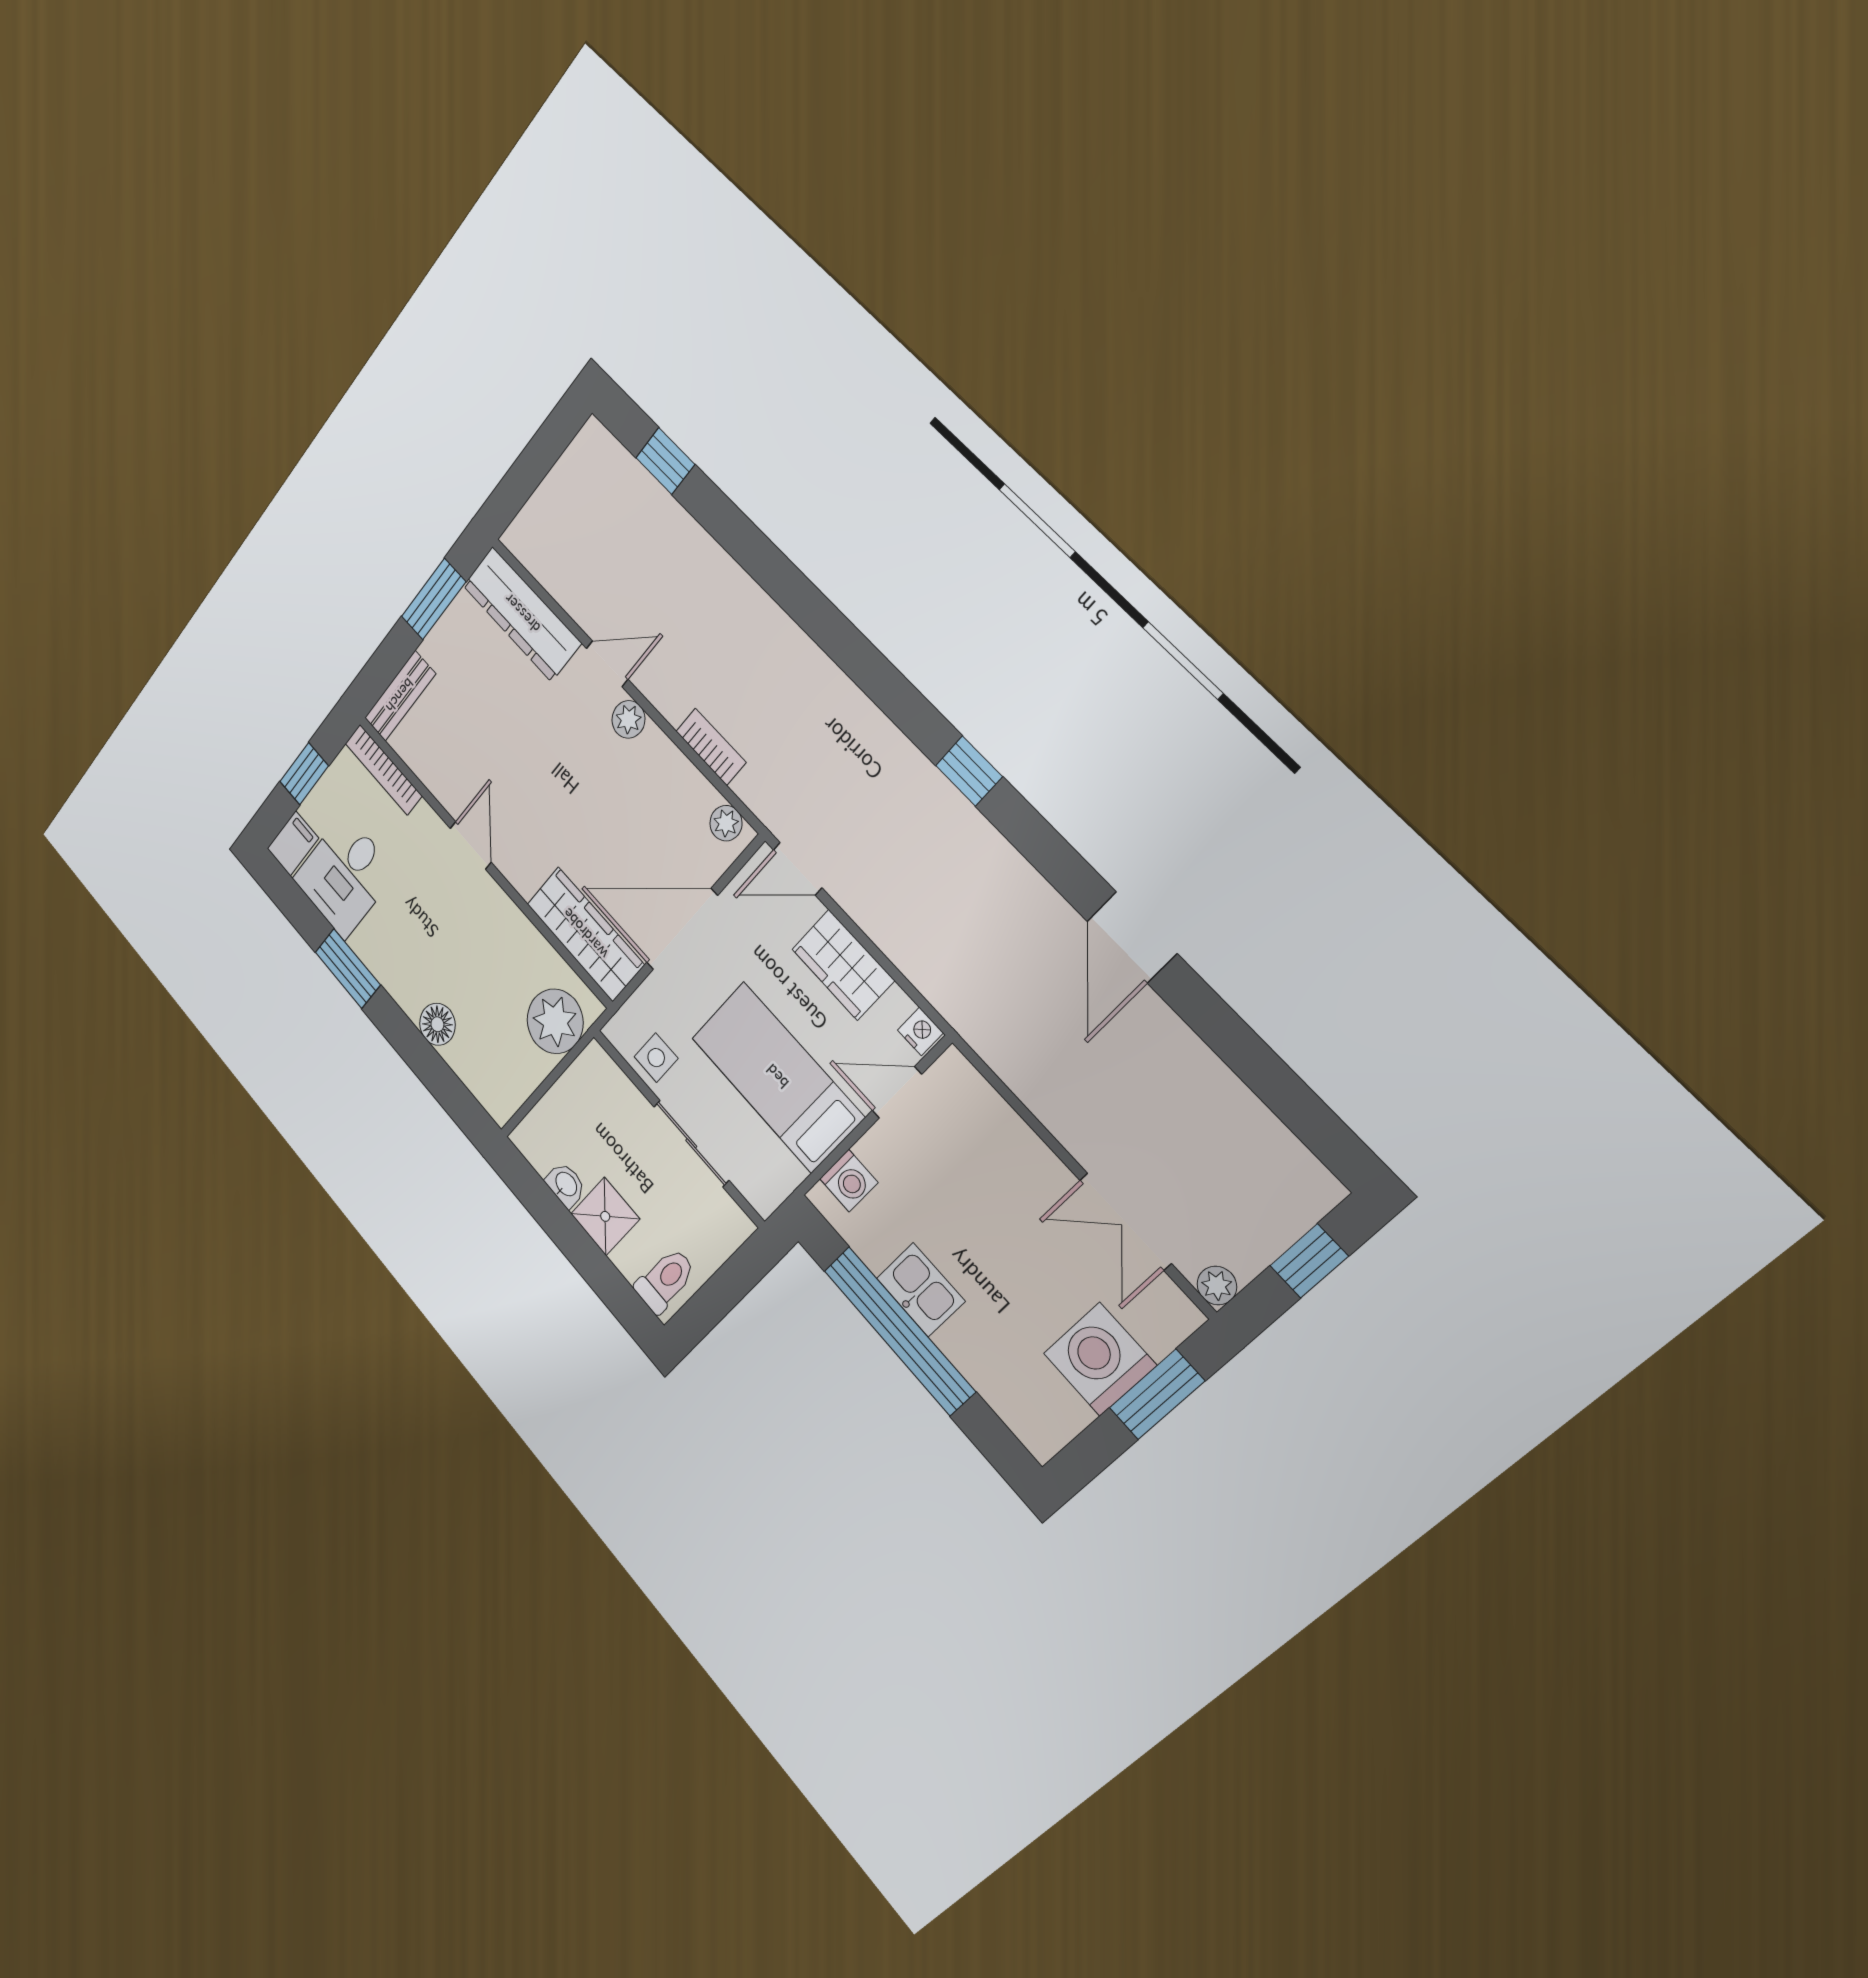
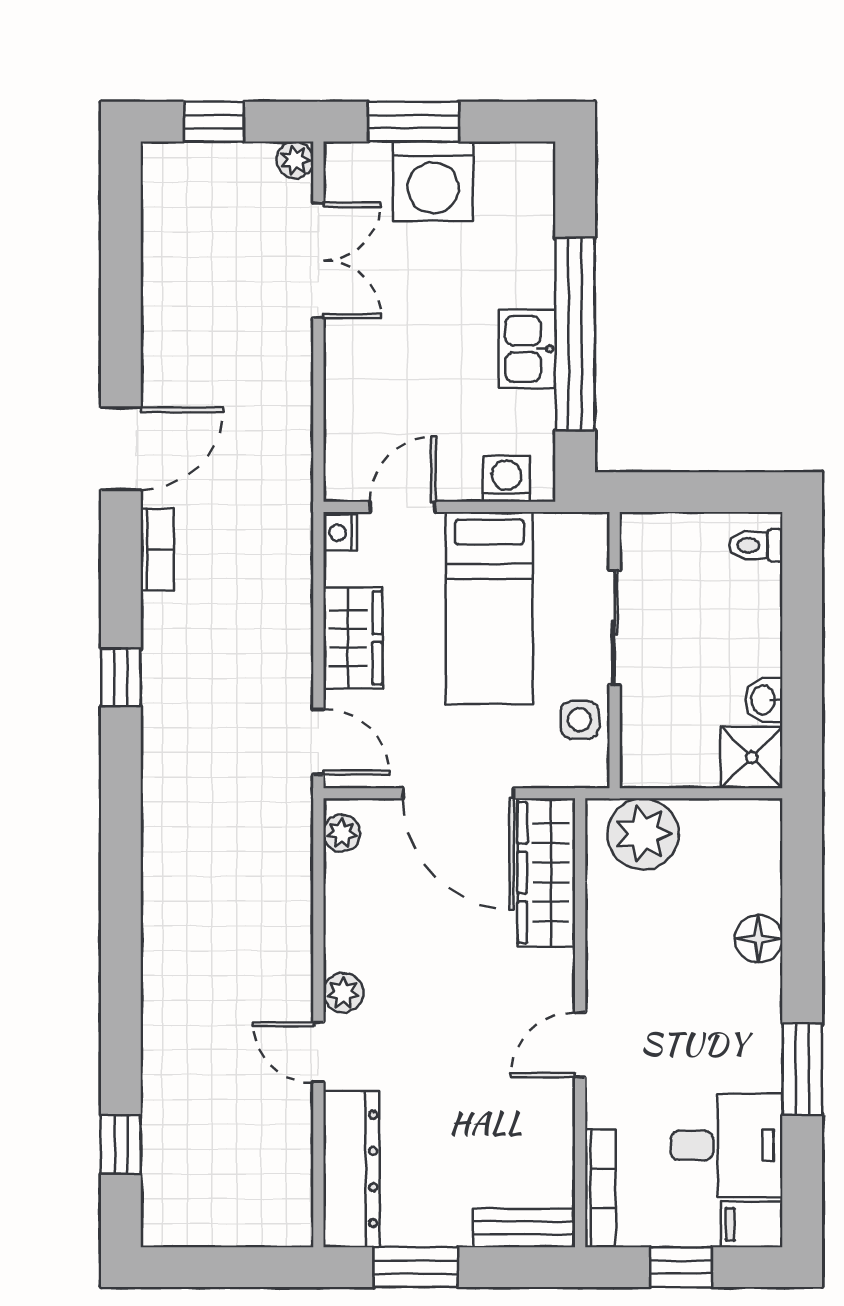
bookcase: (711, 747) -> (157, 549), moved, turned 180
door: (897, 1092) -> (403, 507), swing flipped
shower: (605, 1216) -> (752, 757), moved
toilet: (665, 1280) -> (756, 545), width x0.73, depth x0.72

